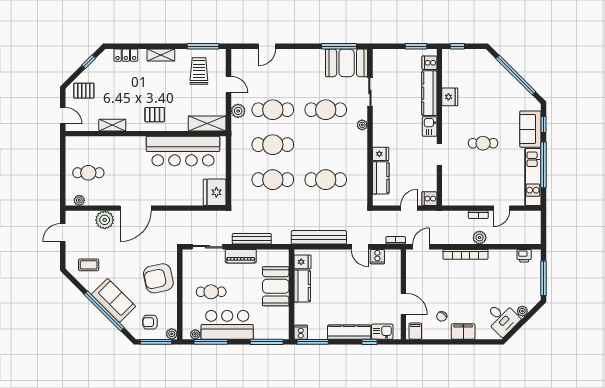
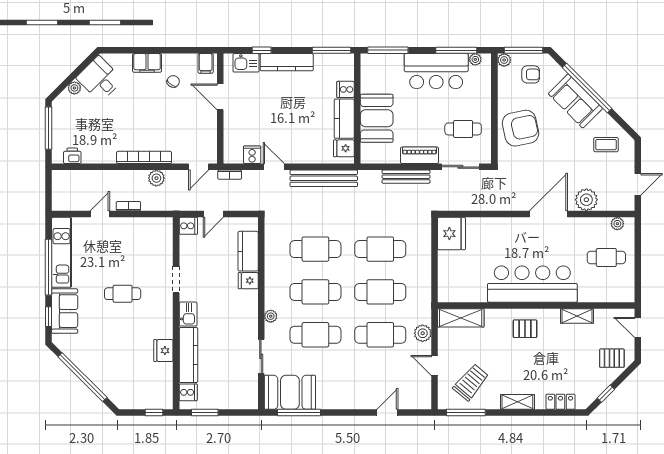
trolley: (199, 71) -> (471, 382), turned -140
cafe table: (326, 145) -> (315, 292), added
bar counter: (183, 151) -> (532, 284), moved
plant: (480, 238) -> (156, 178), moved
cafe table: (211, 292) -> (463, 129), moved
cooker: (301, 332) -> (346, 89), moved, turned 90

